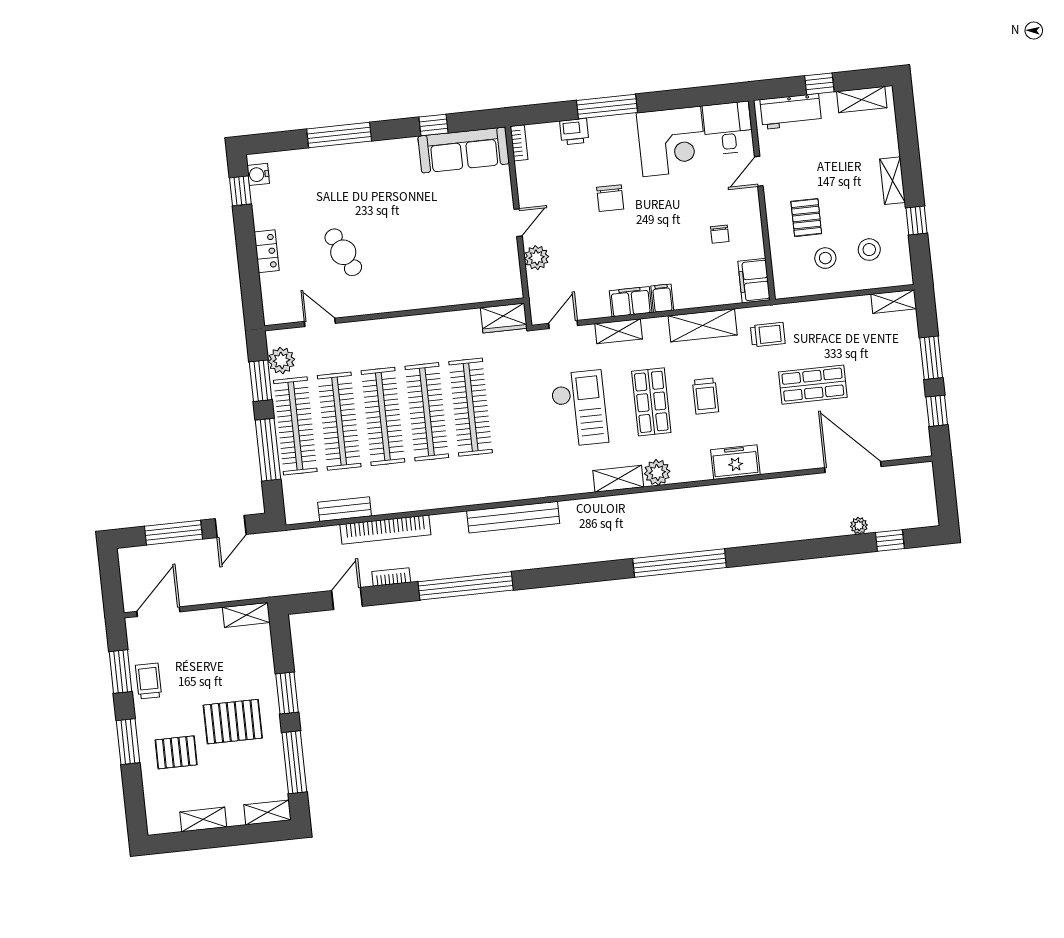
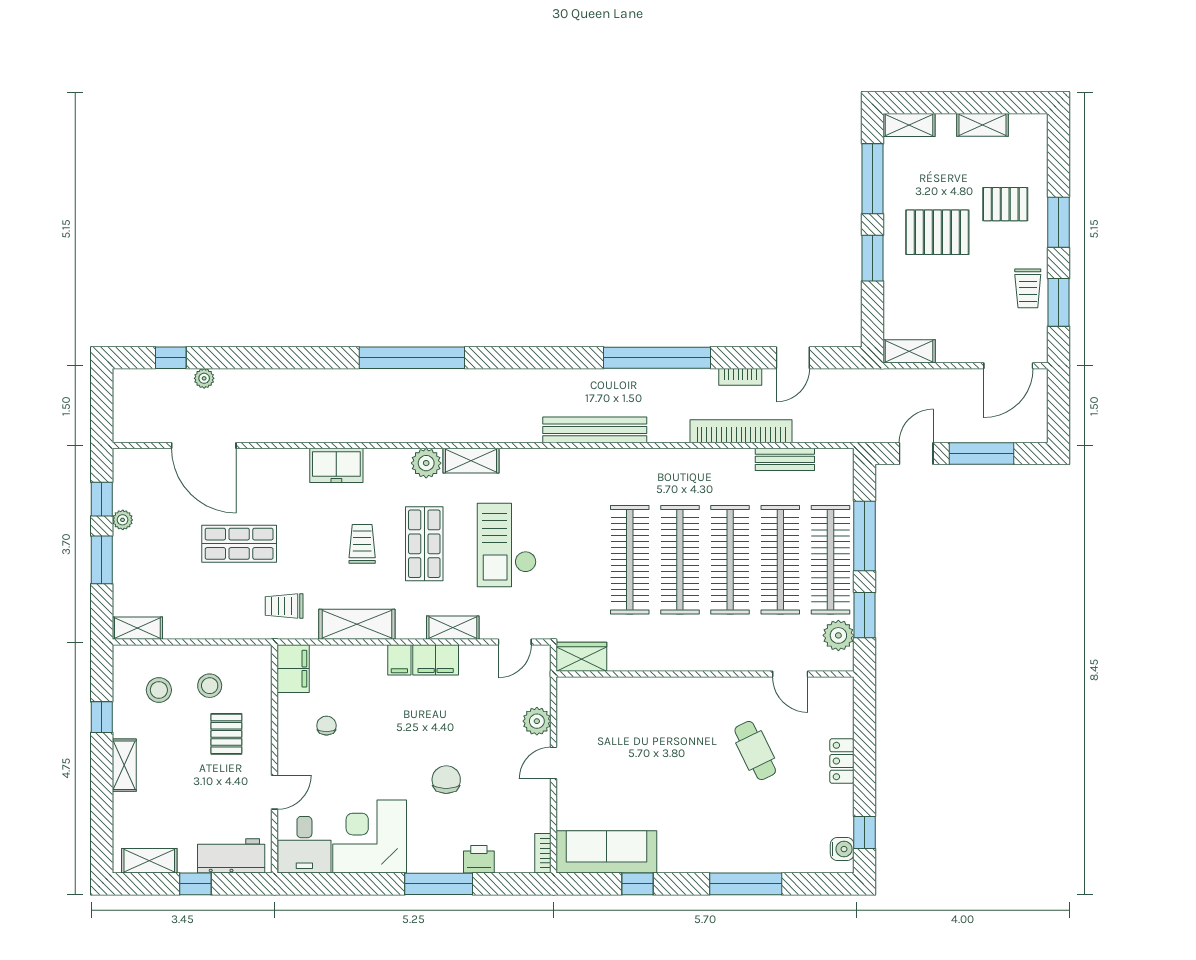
plant: (917, 395) -> (123, 520), added

